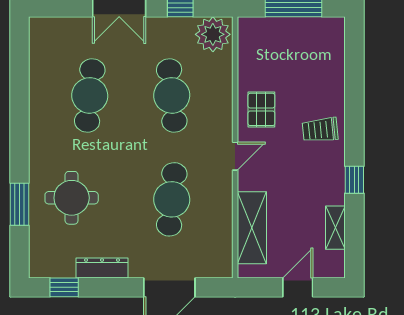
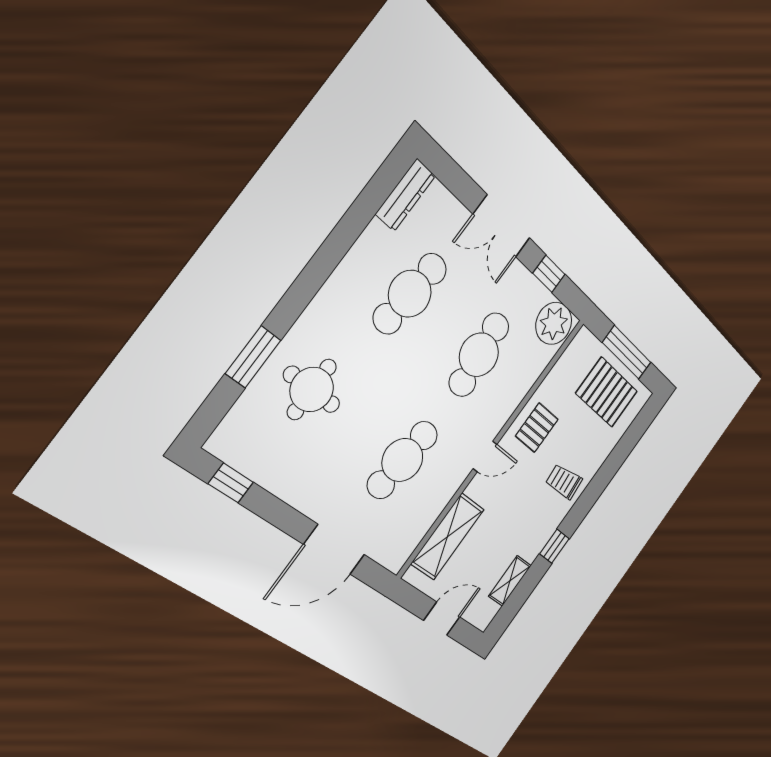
pallet: (301, 46) -> (607, 392), added
dresser: (102, 268) -> (405, 195), moved, turned 90

